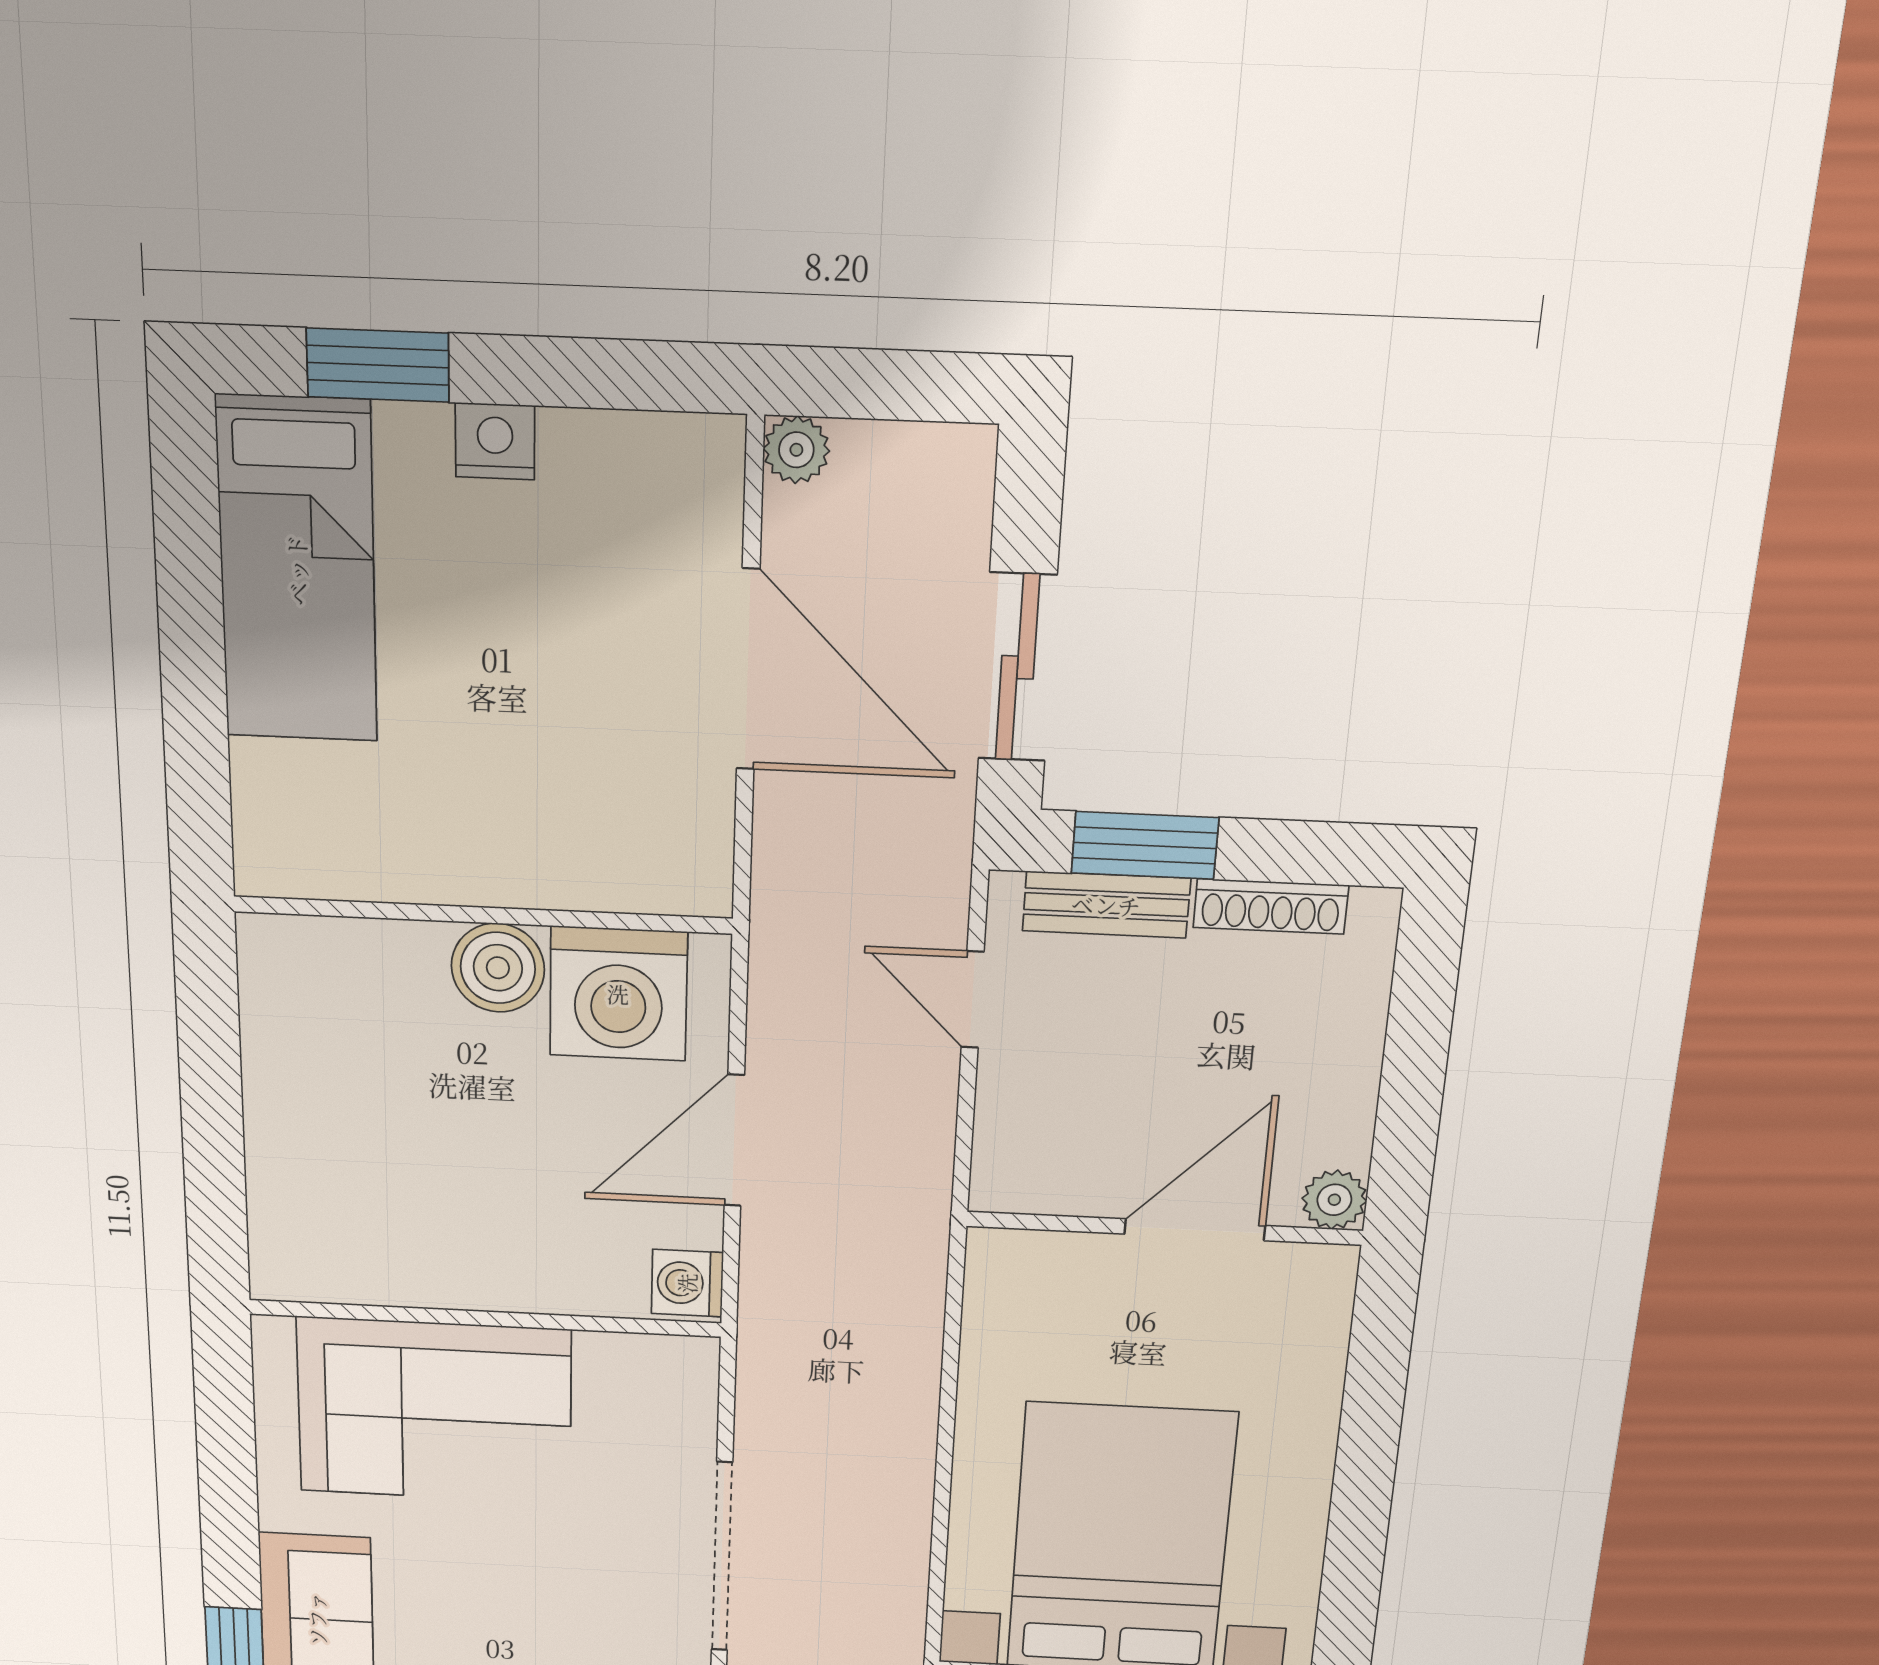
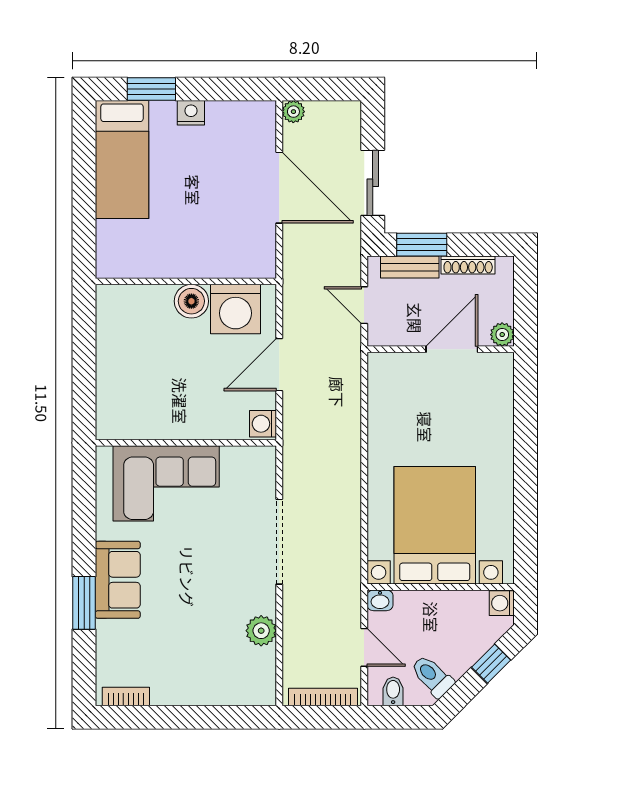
plant: (1334, 1200) -> (502, 335), moved
wall: (1164, 1228) -> (441, 349), moved
door: (1195, 1230) -> (452, 349), moved

